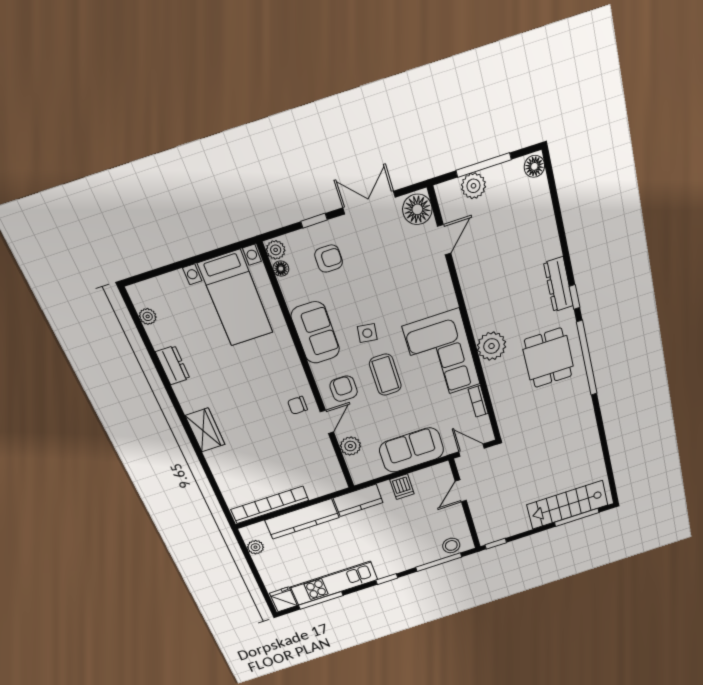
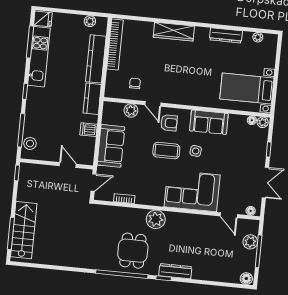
floor lamp: (417, 209) -> (251, 211), width x0.53, depth x0.53
armchair: (329, 259) -> (246, 148), removed
corner sofa: (442, 356) -> (192, 191), moved
dining table: (548, 358) -> (133, 251), turned 90
dresser: (173, 365) -> (226, 35), width x1.44
chair: (297, 405) -> (135, 83), moved
wardrobe: (205, 430) -> (174, 32), width x1.50

